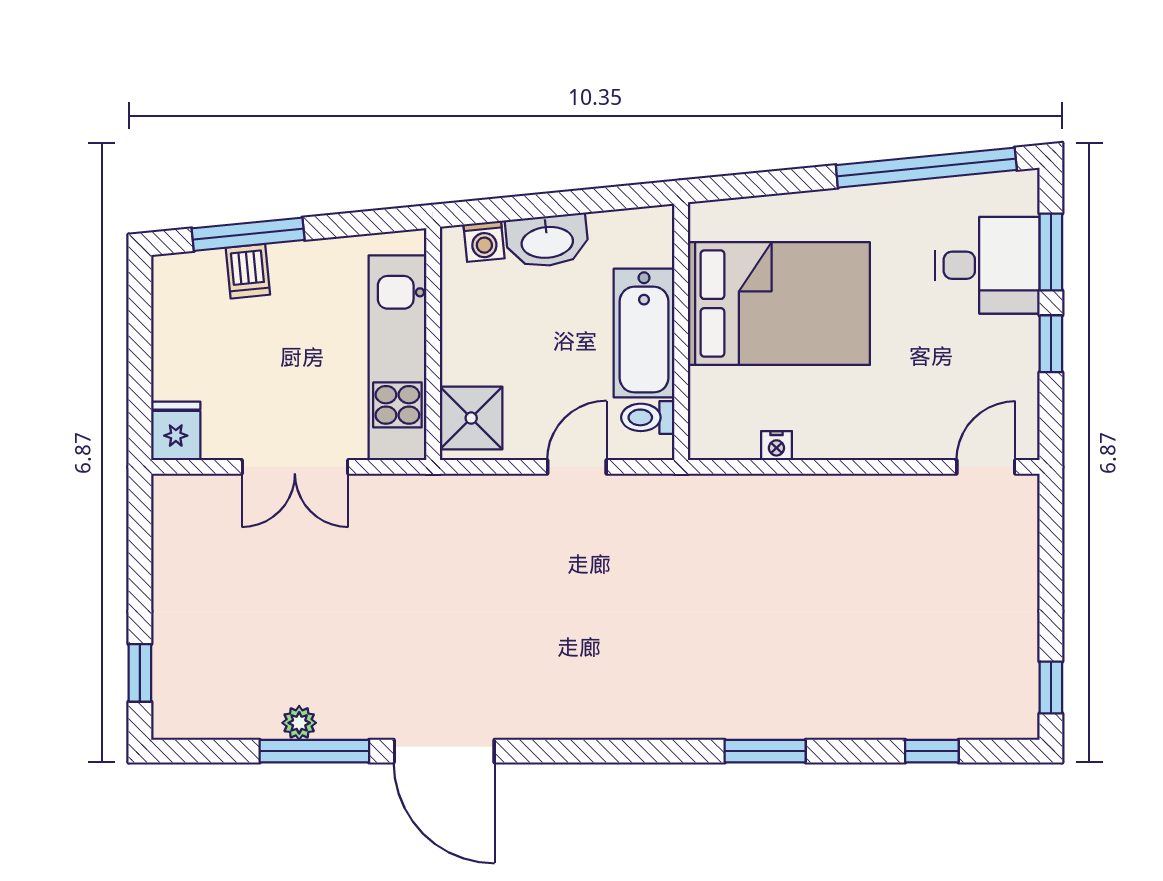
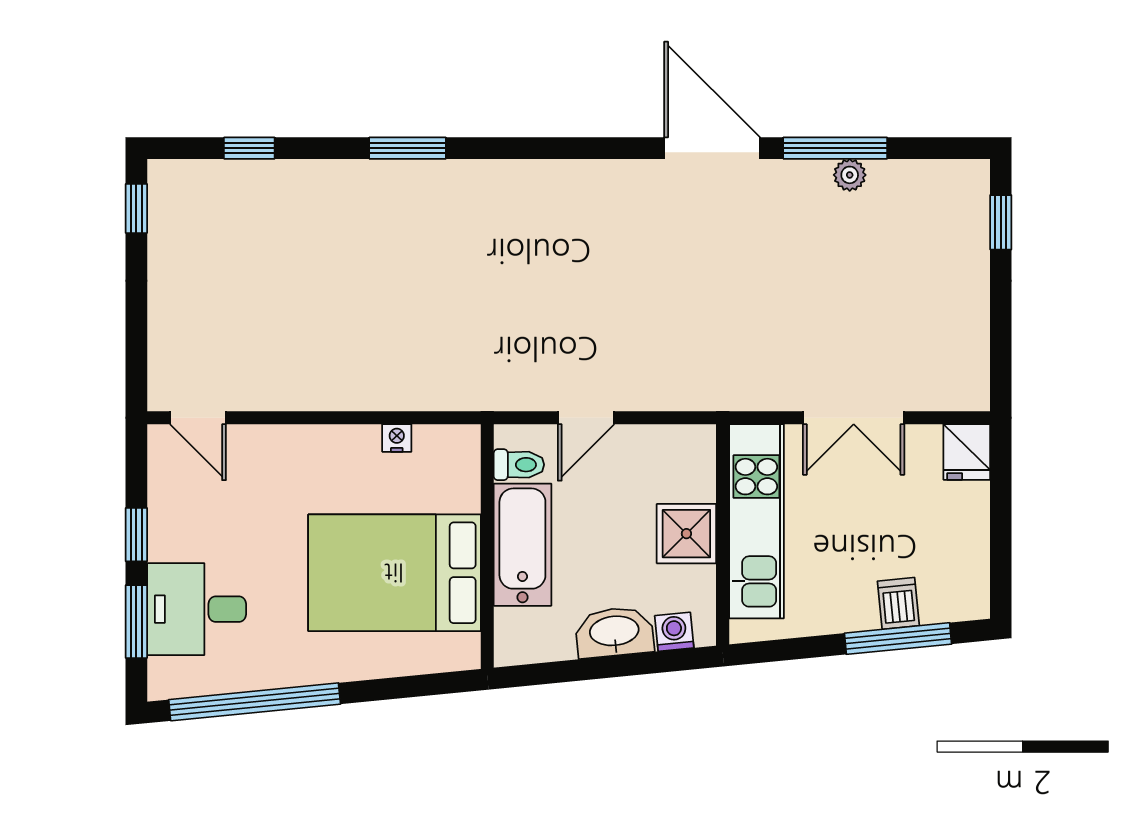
shower: (471, 418) -> (686, 534), moved
double door: (295, 467) -> (854, 418), swing flipped
door: (986, 467) -> (198, 418), hinge flipped

